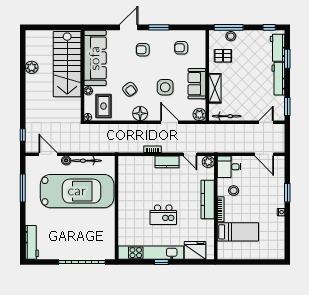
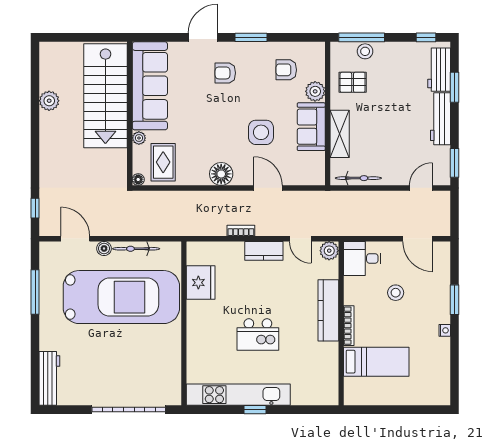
armchair: (130, 89) -> (205, 136), removed
plant: (199, 114) -> (315, 91), moved
stool: (234, 191) -> (396, 293), moved
fridge: (195, 250) -> (201, 283), moved, turned 90

